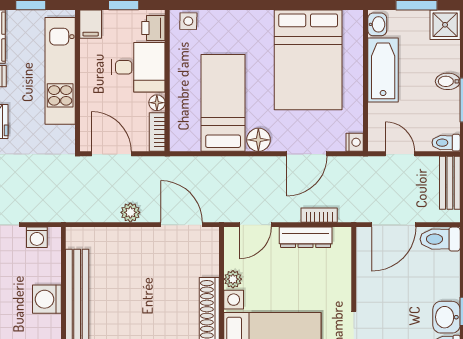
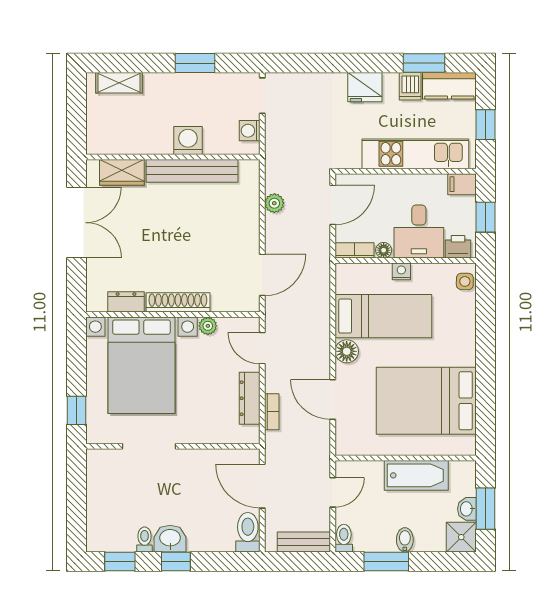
washbasin: (377, 24) -> (467, 509), moved, turned 90
nightstand: (355, 142) -> (401, 271), moved, turned 180
plant: (130, 212) -> (274, 203), moved

